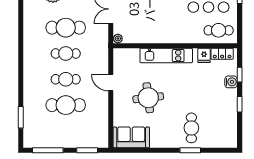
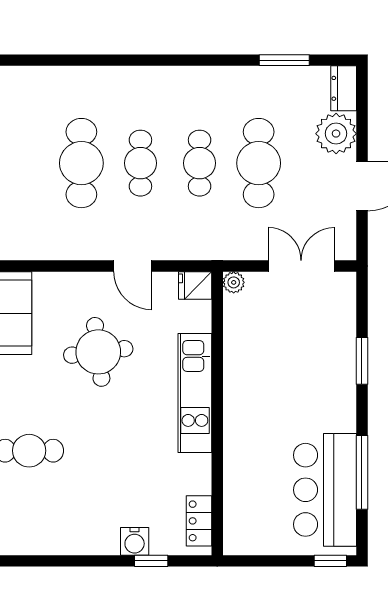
cafe table: (219, 30) -> (252, 513), removed
fridge: (204, 55) -> (195, 286), moved
door: (111, 83) -> (133, 266), swing flipped
window: (240, 104) -> (83, 561), removed
window: (21, 117) -> (284, 60), moved

